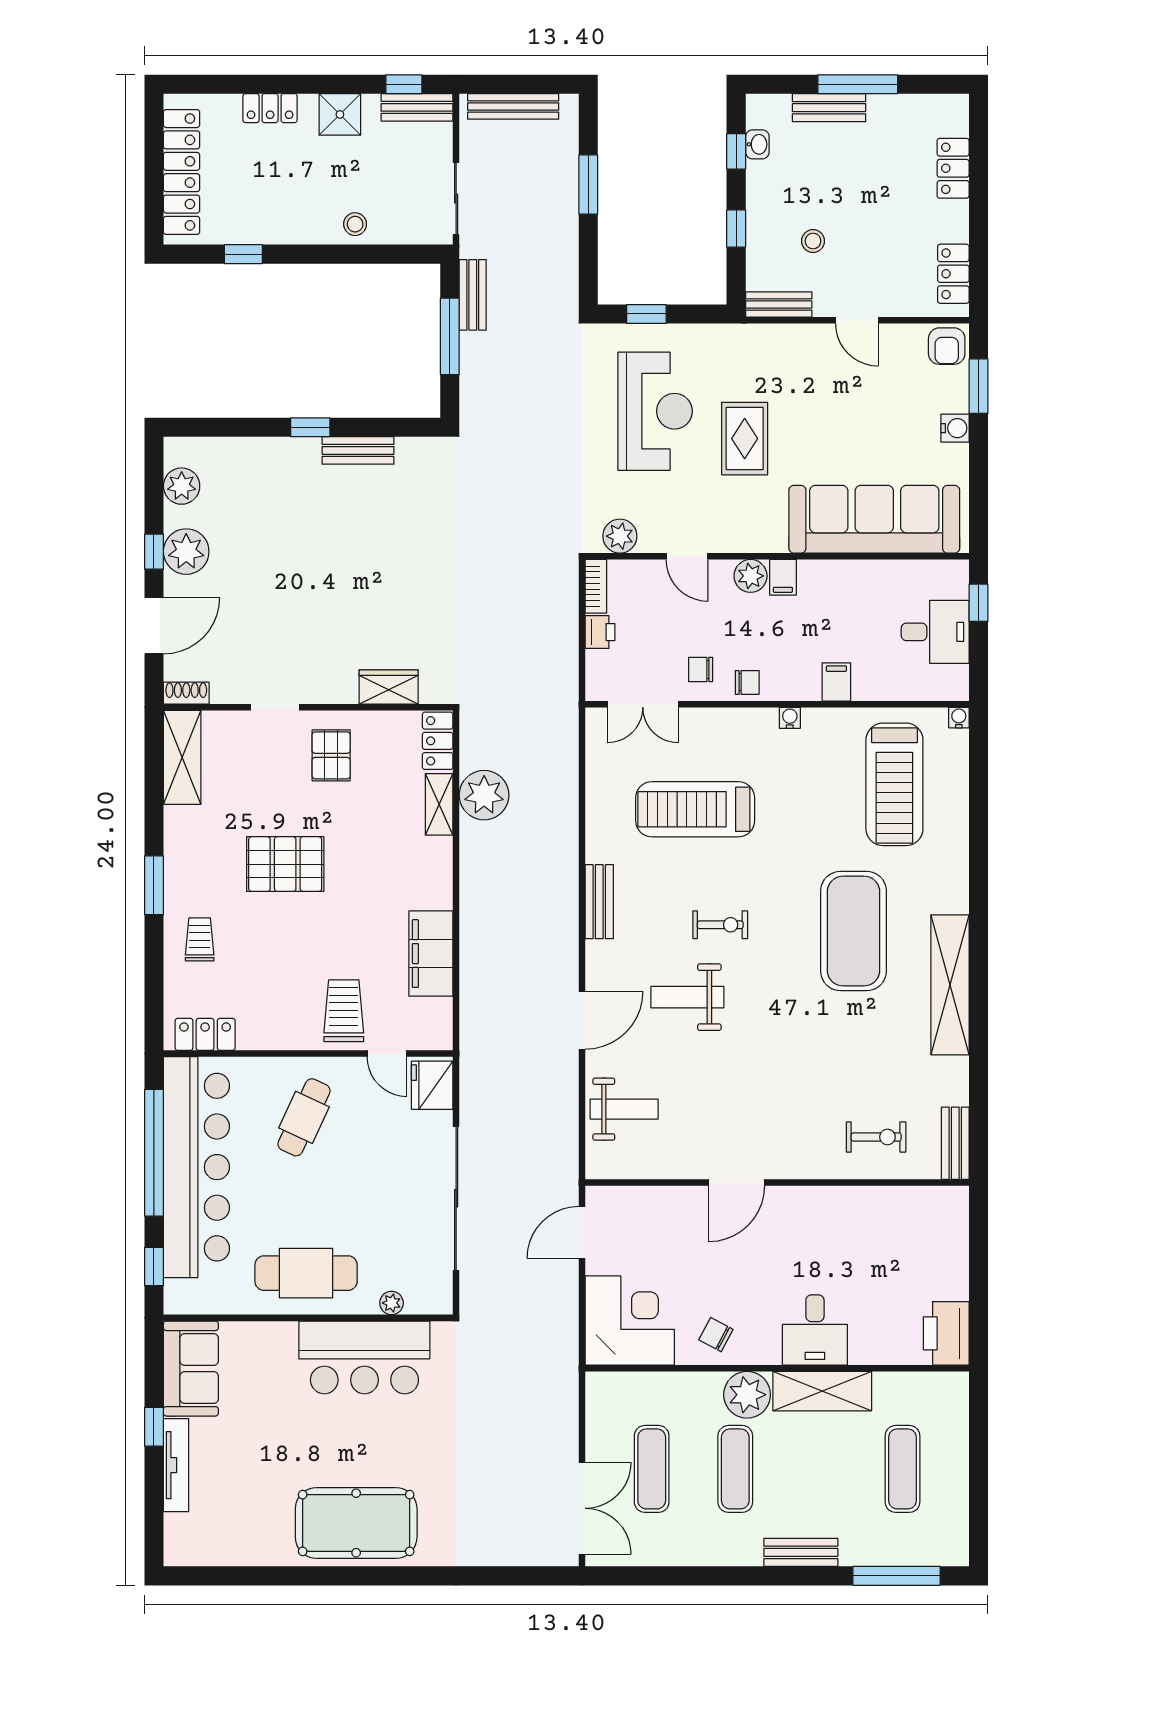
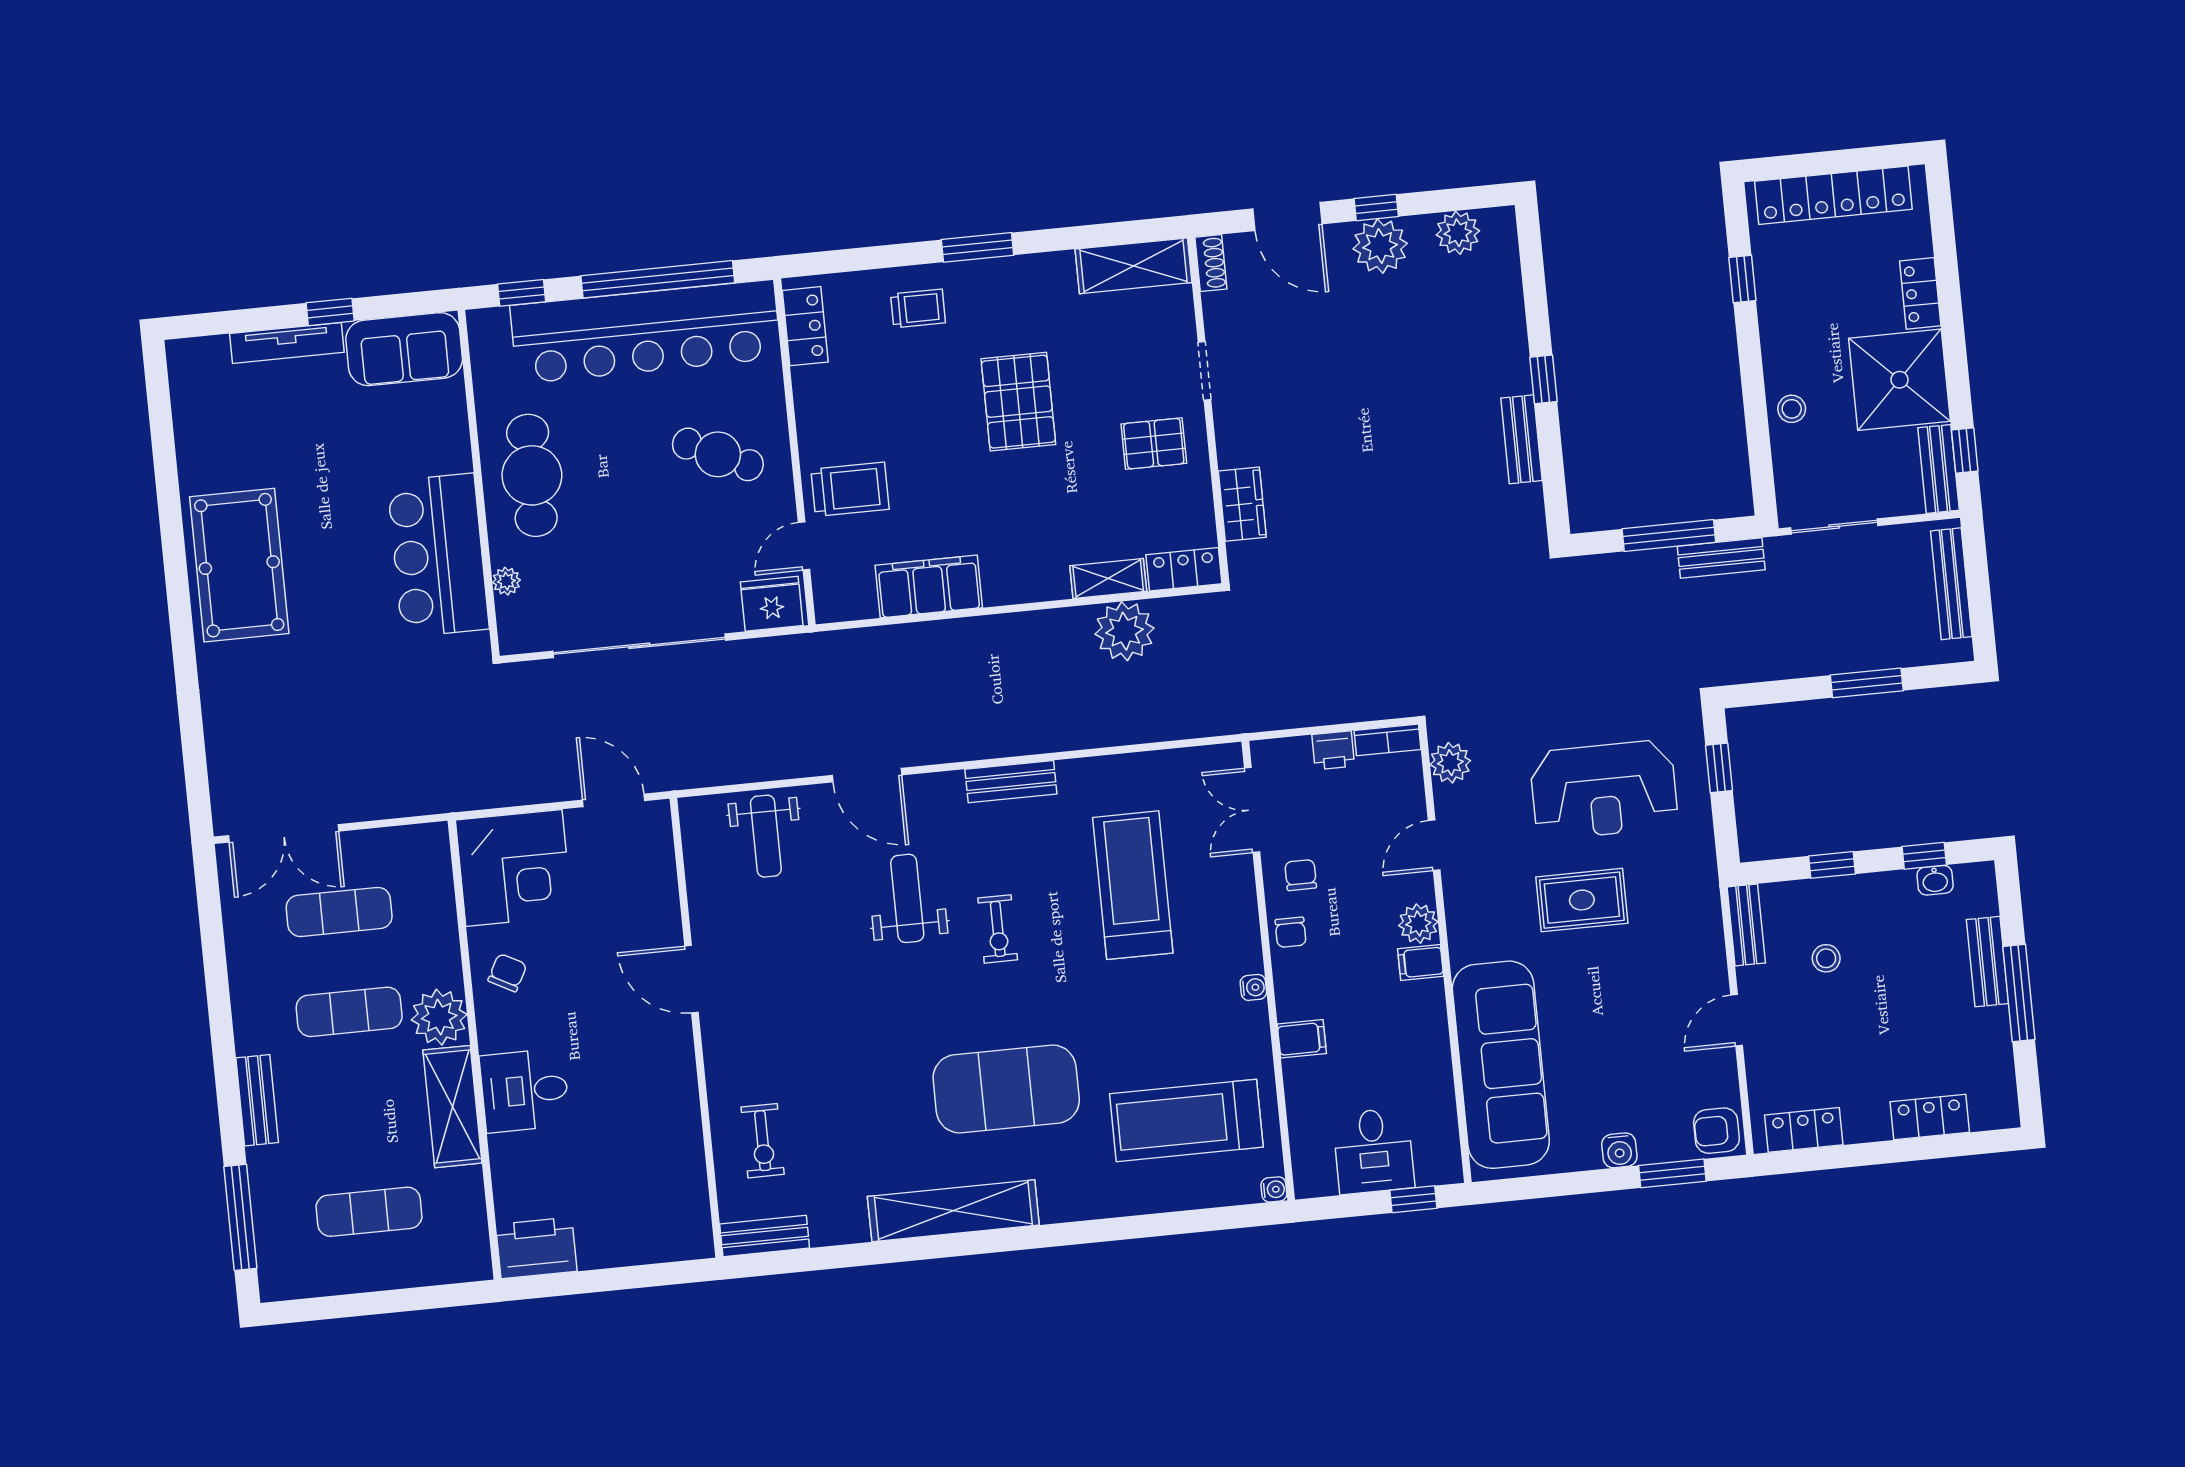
shower: (340, 114) -> (1900, 380), width x1.86, depth x1.86

